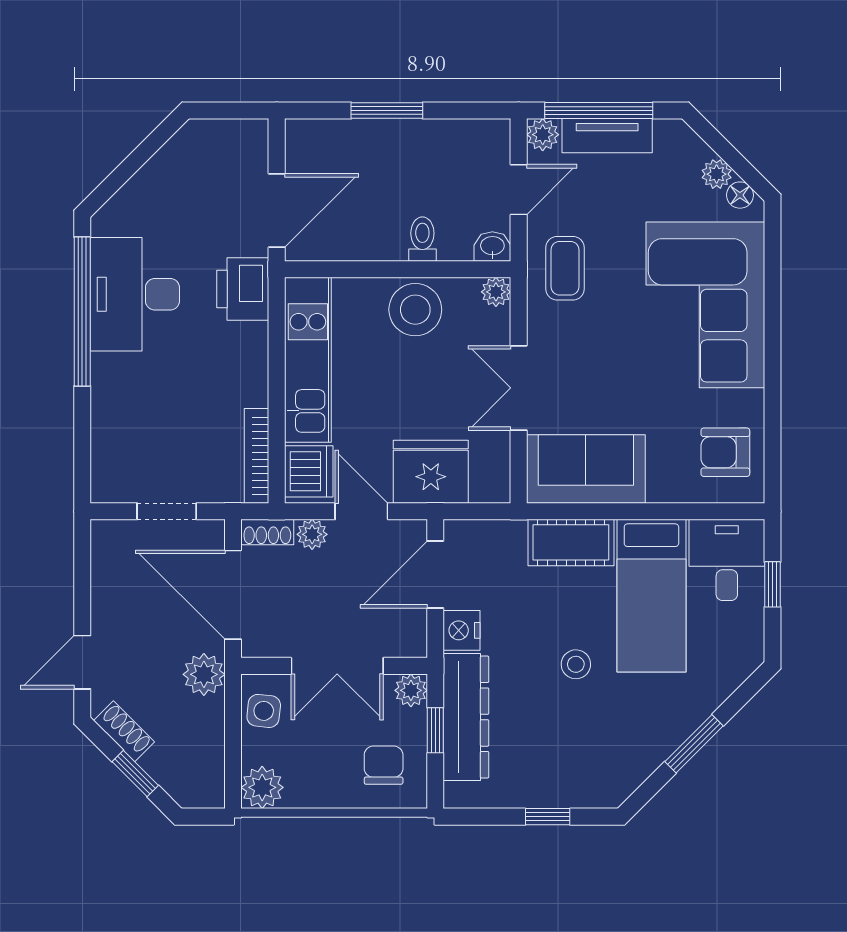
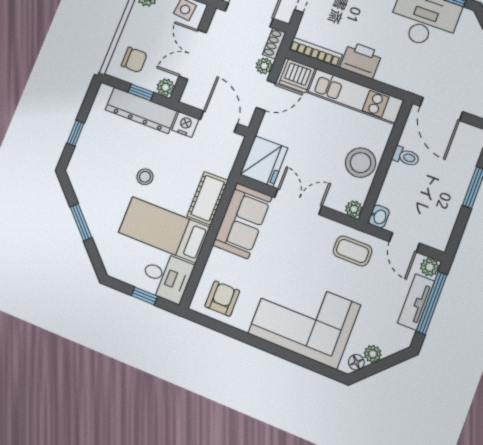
toilet: (422, 239) -> (406, 157), moved
printer: (243, 289) -> (361, 60), moved
fridge: (431, 472) -> (264, 161), moved

